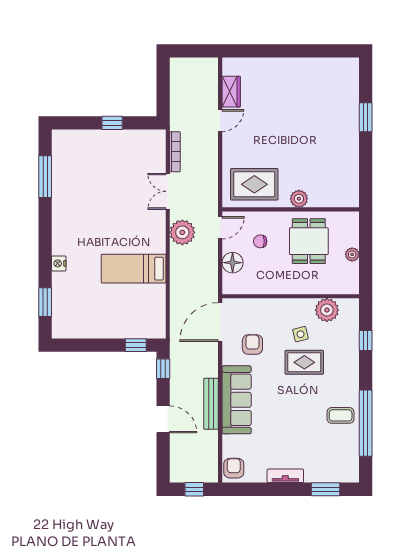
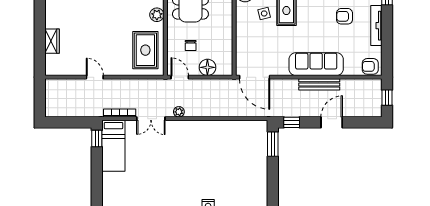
wardrobe: (231, 92) -> (52, 41), moved, turned 90
window: (112, 123) -> (97, 138), moved
plant: (182, 232) -> (179, 112), width x0.53, depth x0.53
bed: (134, 269) -> (113, 146), moved
armchair: (252, 344) -> (345, 16), moved
window: (136, 345) -> (273, 144), width x1.50
tv unit: (285, 476) -> (376, 26), width x1.41

